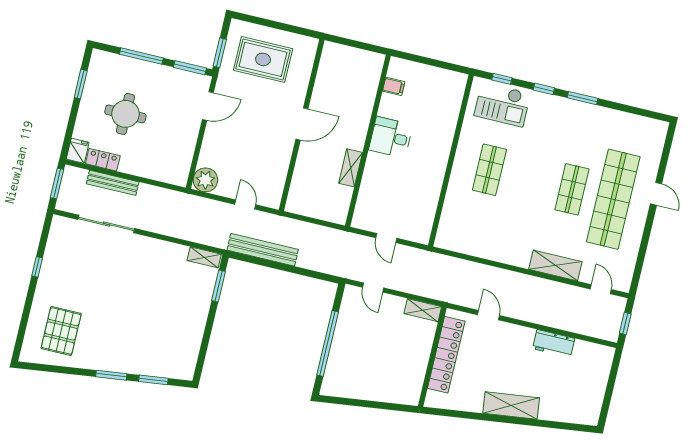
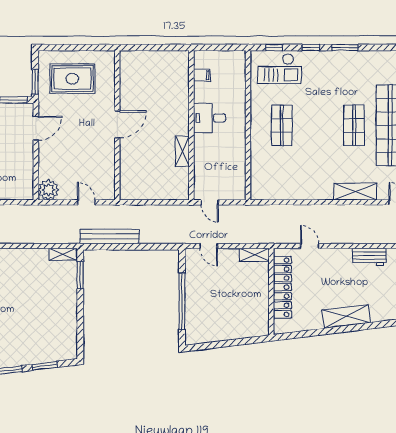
filing cabinet: (394, 86) -> (202, 75), moved
desk: (391, 137) -> (210, 118), moved
wall: (368, 141) -> (191, 125), moved
shelving: (351, 168) -> (182, 151), moved

